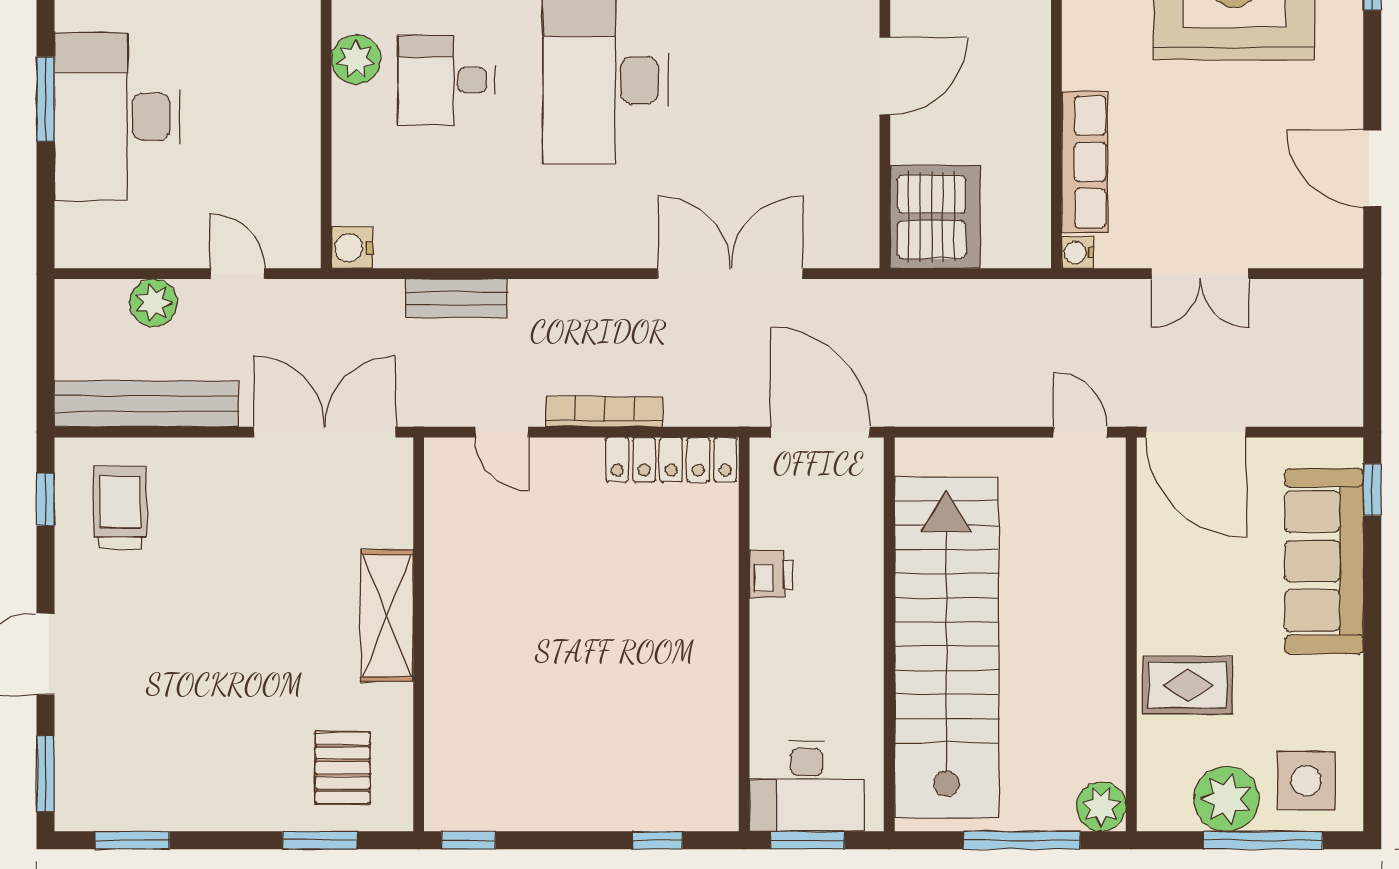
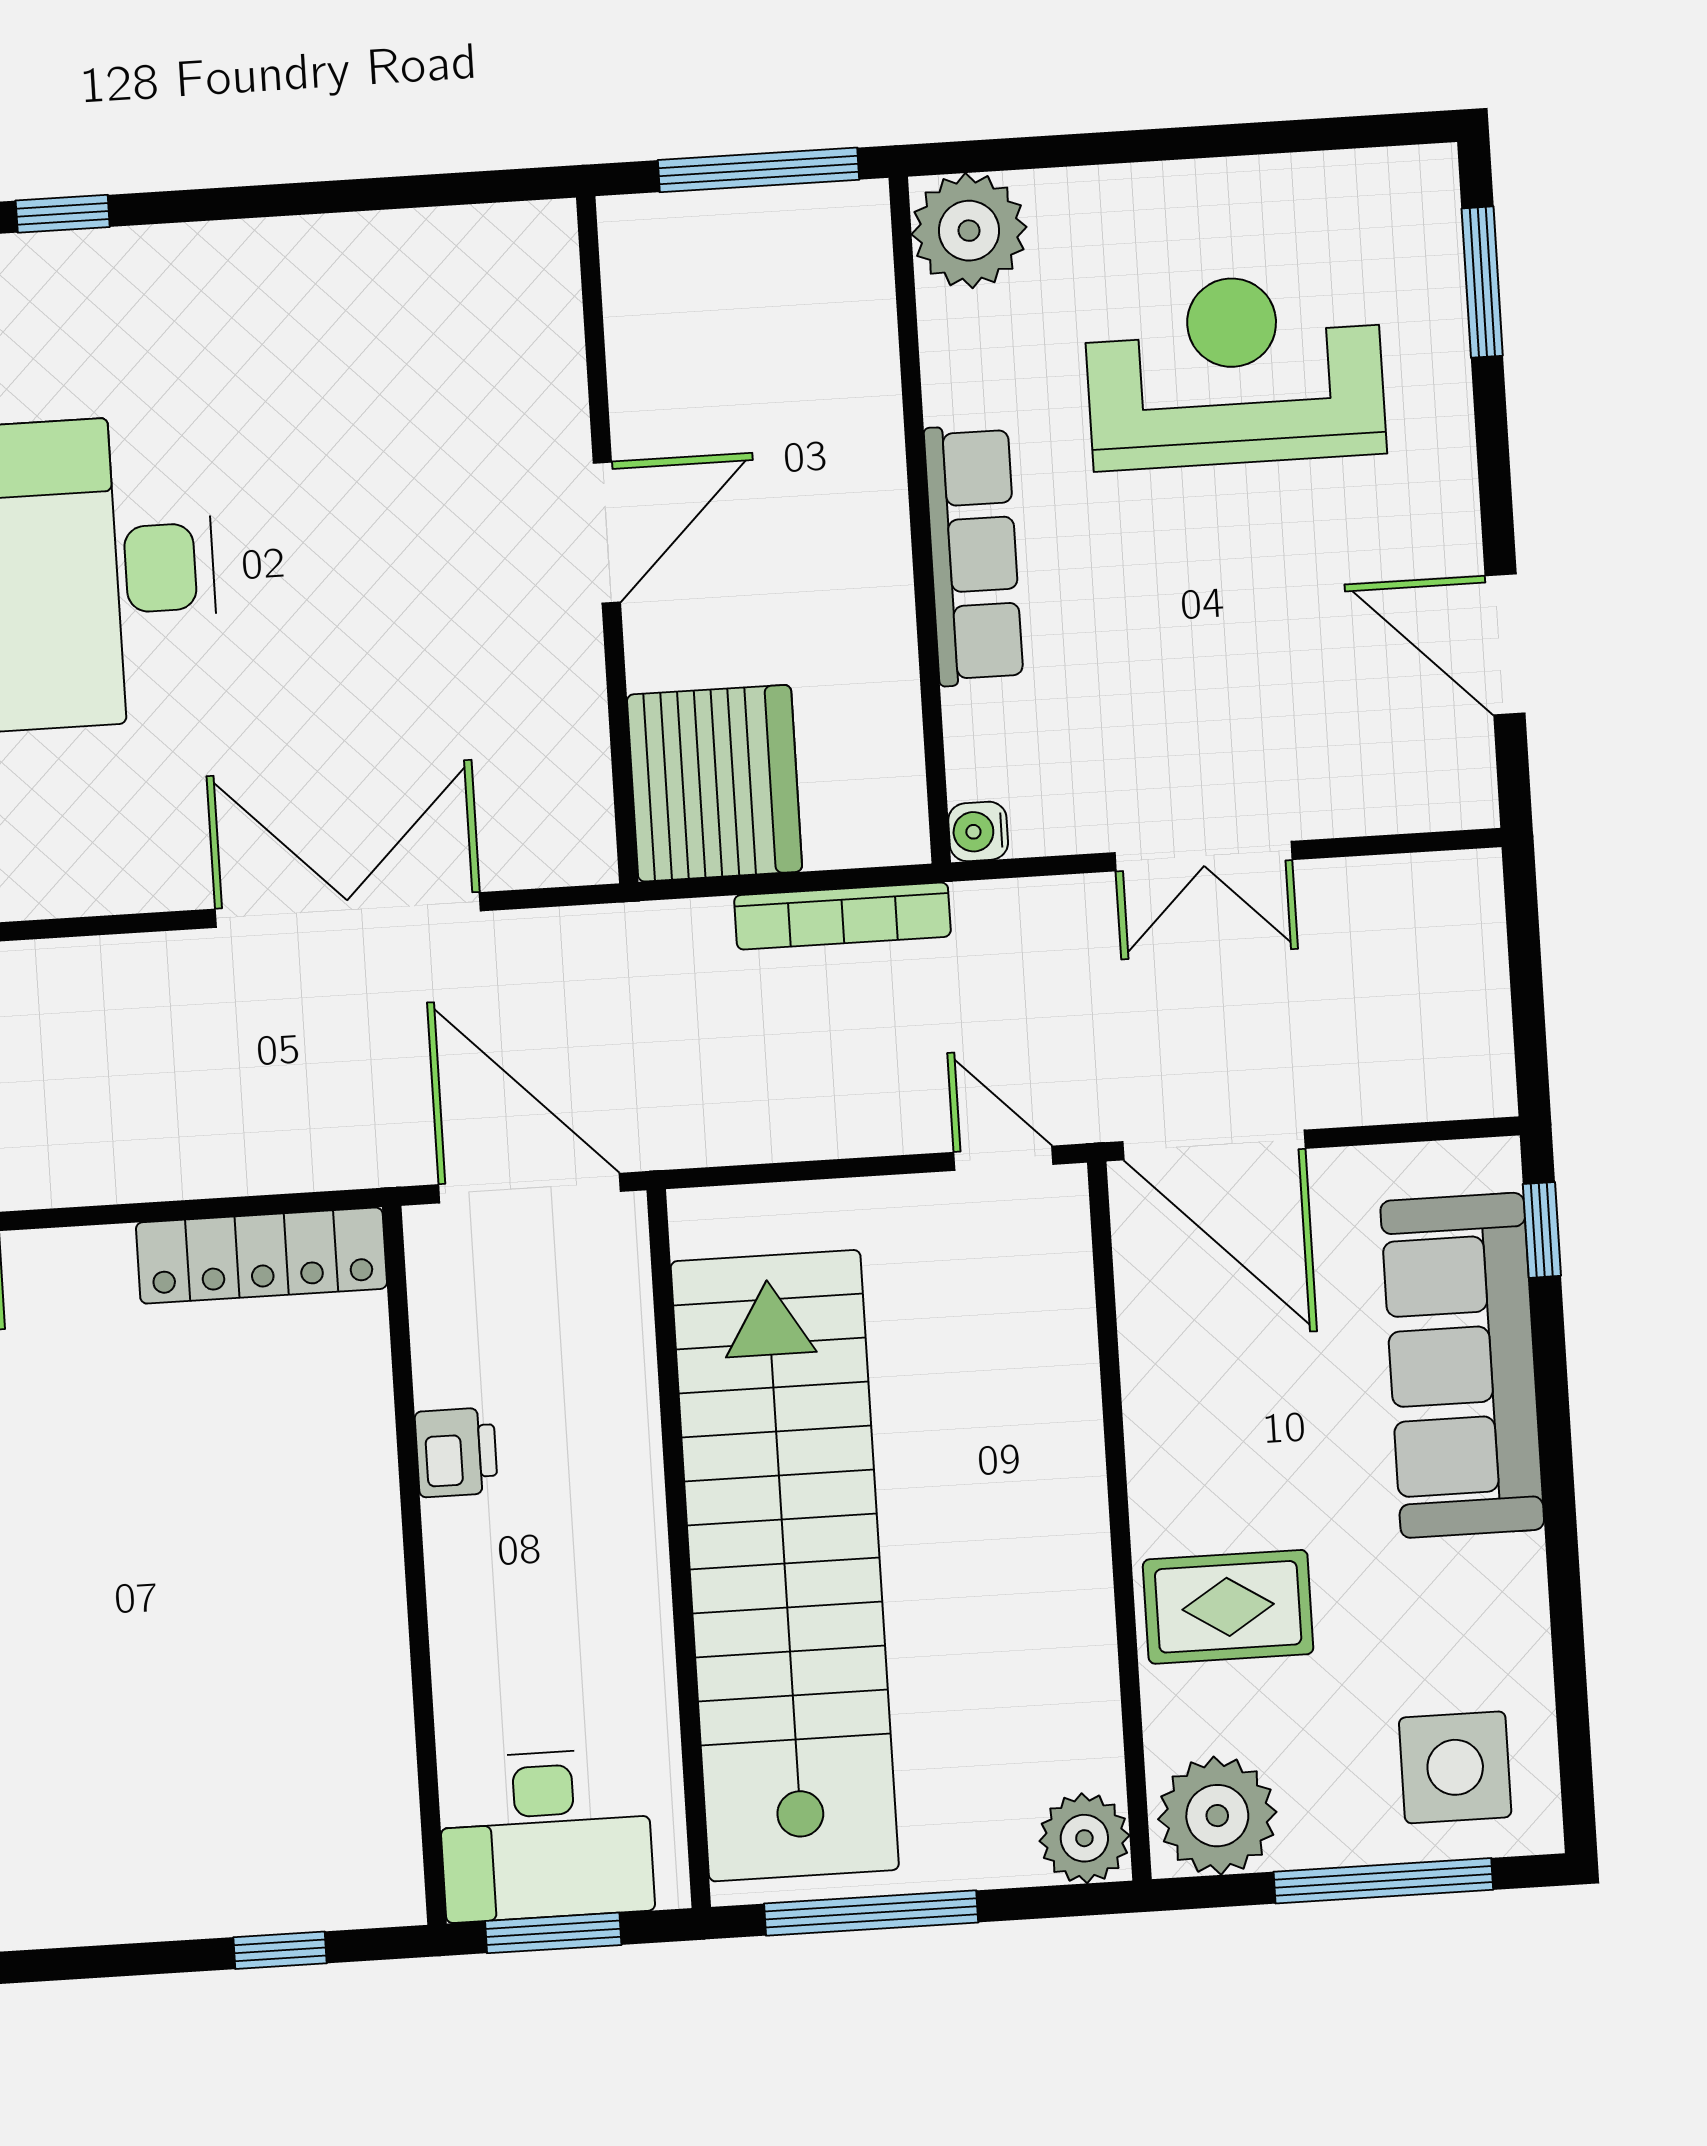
row of seats: (1085, 162) -> (974, 555), moved
bookcase: (604, 412) -> (842, 916), moved, turned 180
plant: (1226, 799) -> (1217, 1816), moved
window: (1022, 840) -> (871, 1913), moved

